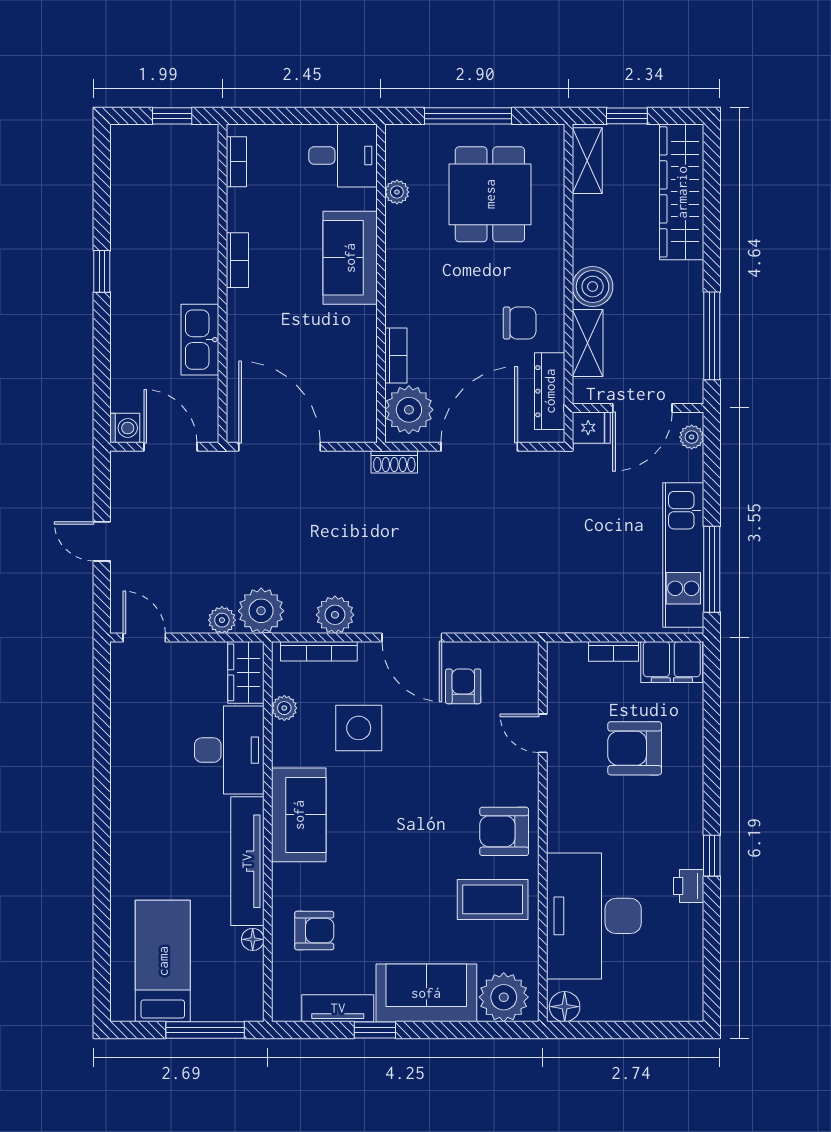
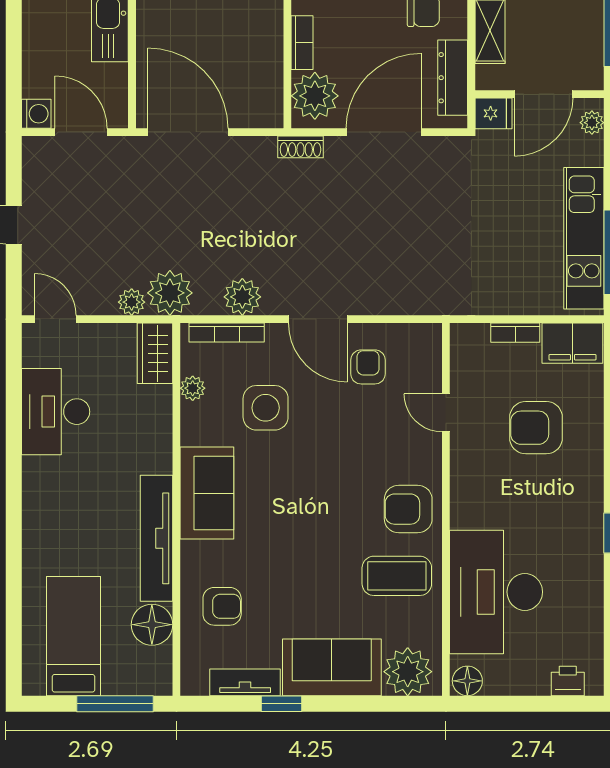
desk: (229, 750) -> (56, 412), moved, turned 180
printer: (689, 886) -> (568, 681), moved, turned 90
floor lamp: (253, 939) -> (152, 625), width x1.89, depth x1.89

